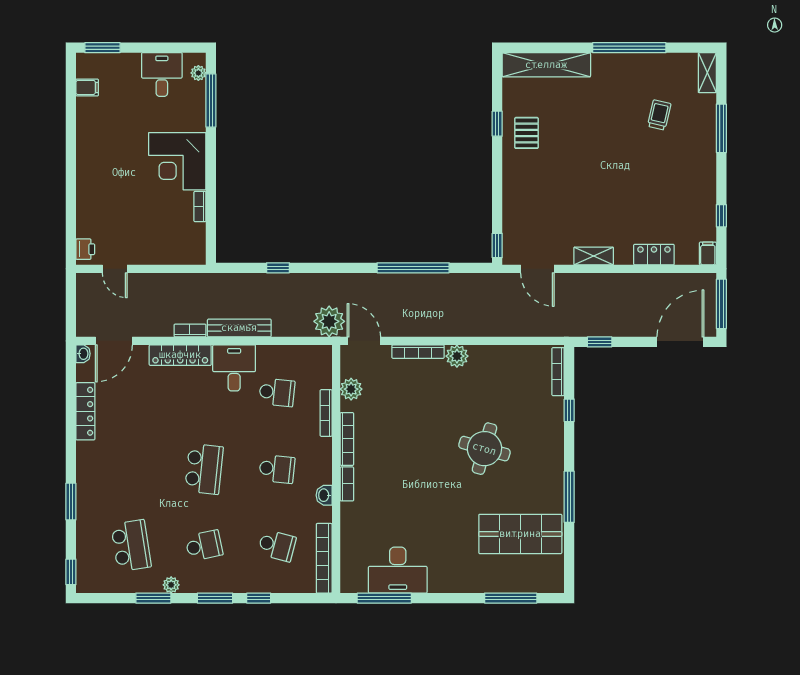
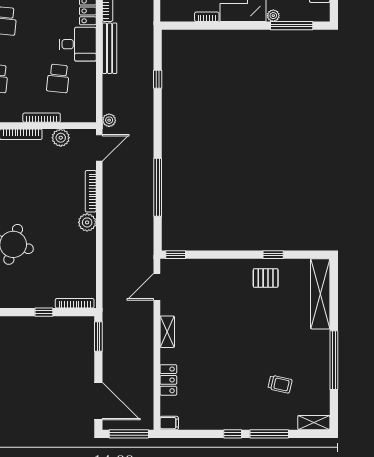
plant: (198, 73) -> (273, 16), moved
window: (721, 216) -> (233, 434), moved
plant: (329, 321) -> (109, 120), width x0.53, depth x0.53
window: (600, 342) -> (98, 336), width x1.50

